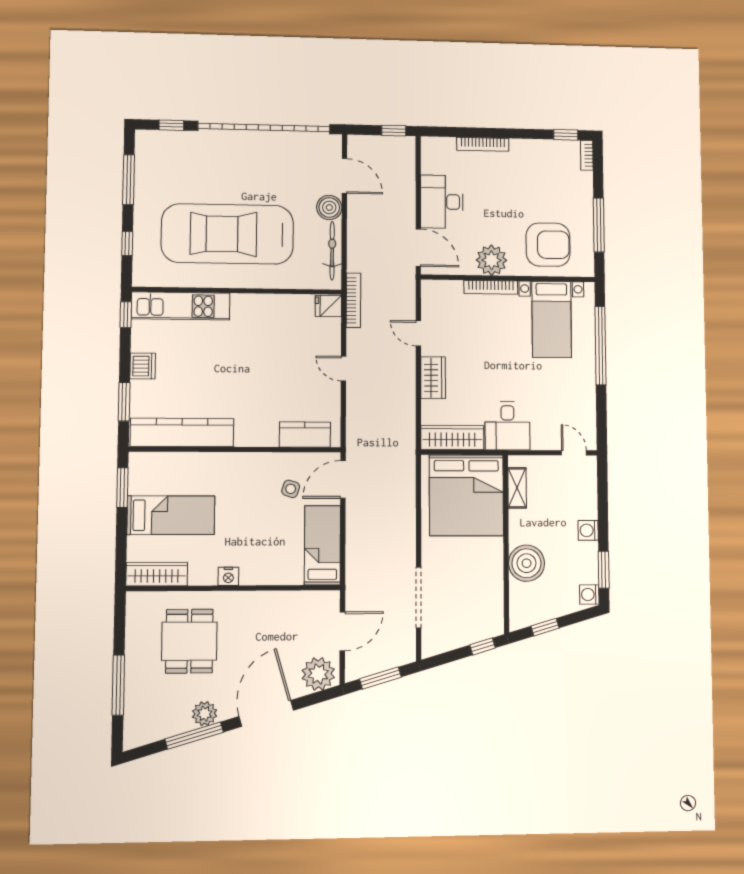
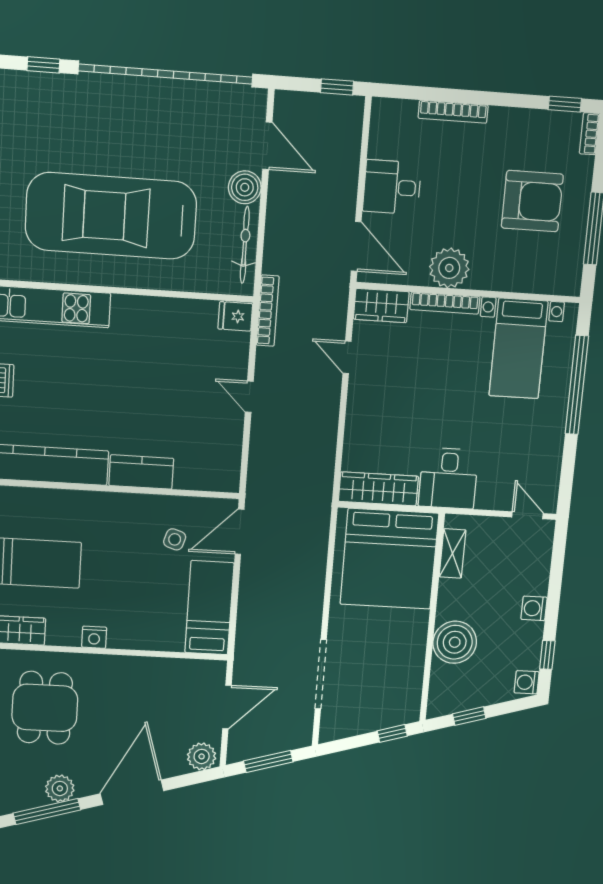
desk: (442, 202) -> (392, 187), width x0.73
armchair: (548, 245) -> (532, 201), moved
wardrobe: (433, 378) -> (381, 306), moved, turned 90
kitchen counter: (305, 435) -> (141, 472), moved
window: (604, 570) -> (547, 655), width x0.67
plant: (318, 674) -> (202, 756), width x0.73, depth x0.73

